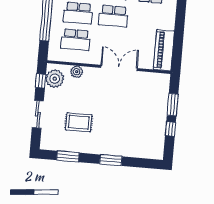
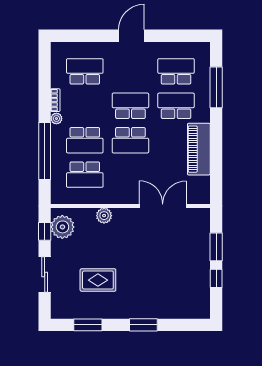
piano: (164, 50) -> (199, 149), moved
double door: (119, 68) -> (163, 206), moved
plant: (77, 72) -> (104, 216), moved

